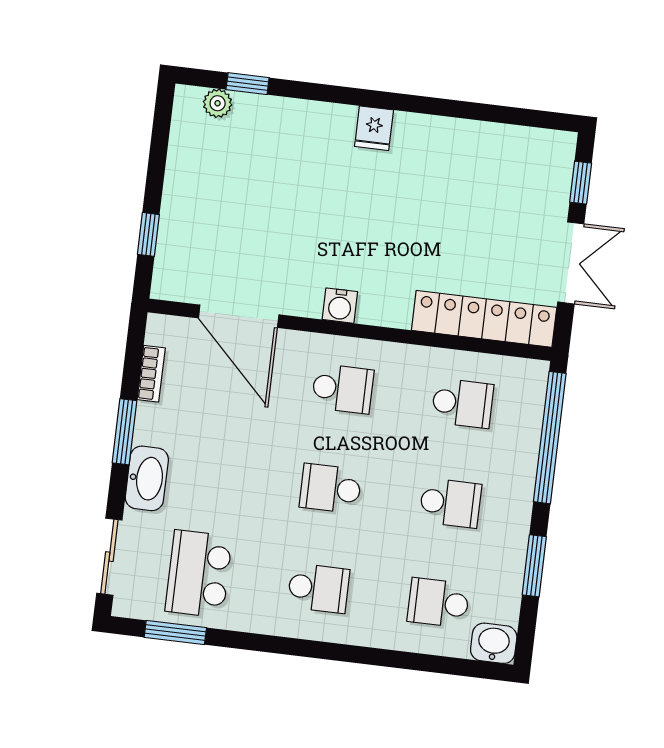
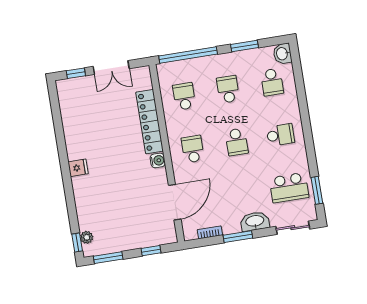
window: (248, 84) -> (77, 243), moved
window: (160, 137) -> (108, 258), added
double door: (571, 263) -> (111, 68), swing flipped
locker: (484, 319) -> (150, 122), moved
school desk: (319, 588) -> (281, 135), turned 90

